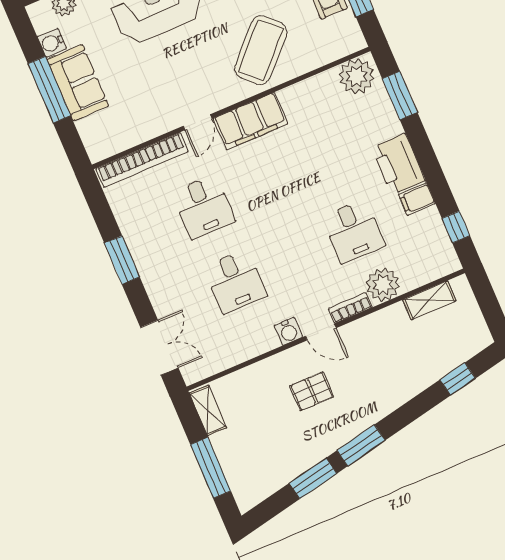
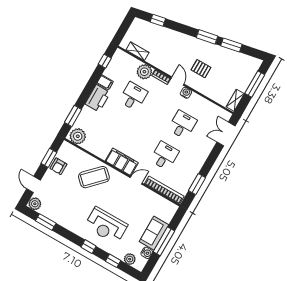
window: (122, 260) -> (197, 184), moved

